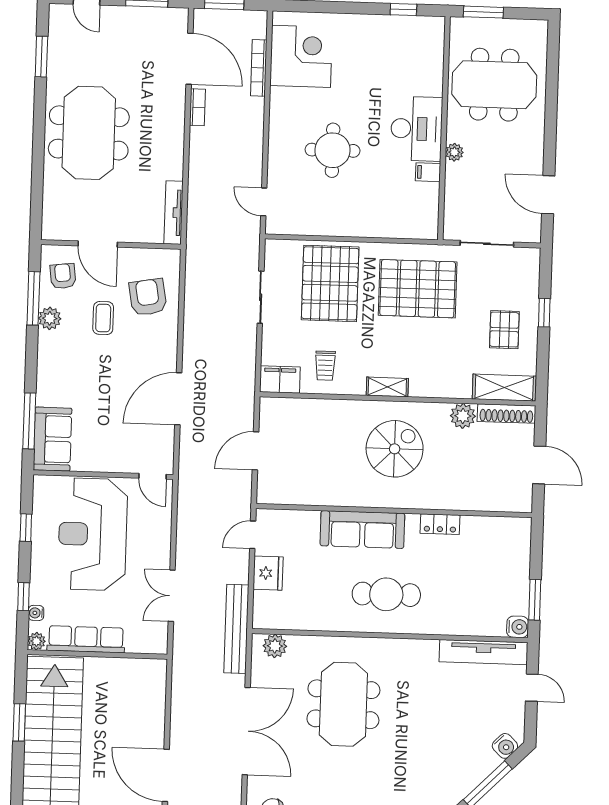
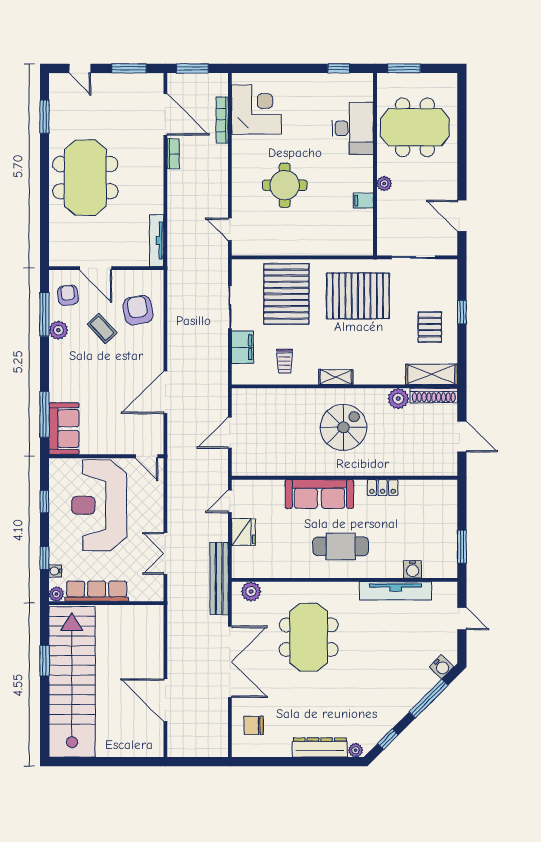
desk: (416, 129) -> (353, 128), moved
coffee table: (103, 318) -> (102, 328), turned -43
filing cabinet: (280, 379) -> (243, 347), moved, turned 90
water cooler: (518, 627) -> (413, 569), moved, turned 90
tv unit: (483, 652) -> (396, 591), moved

